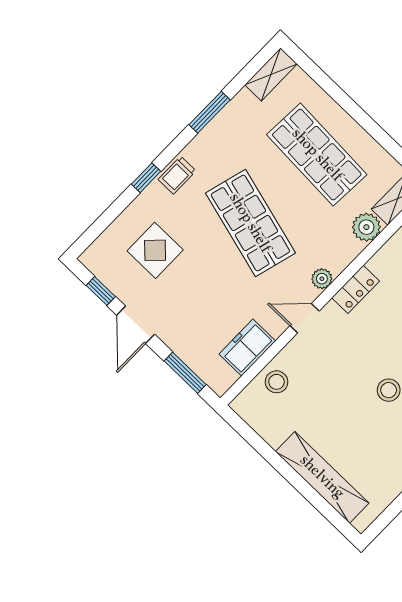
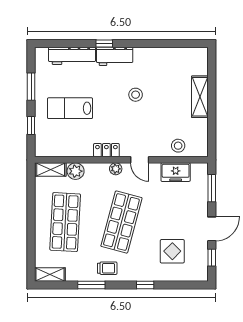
trolley: (177, 175) -> (107, 268), moved
shelving: (322, 477) -> (200, 97), width x0.68

